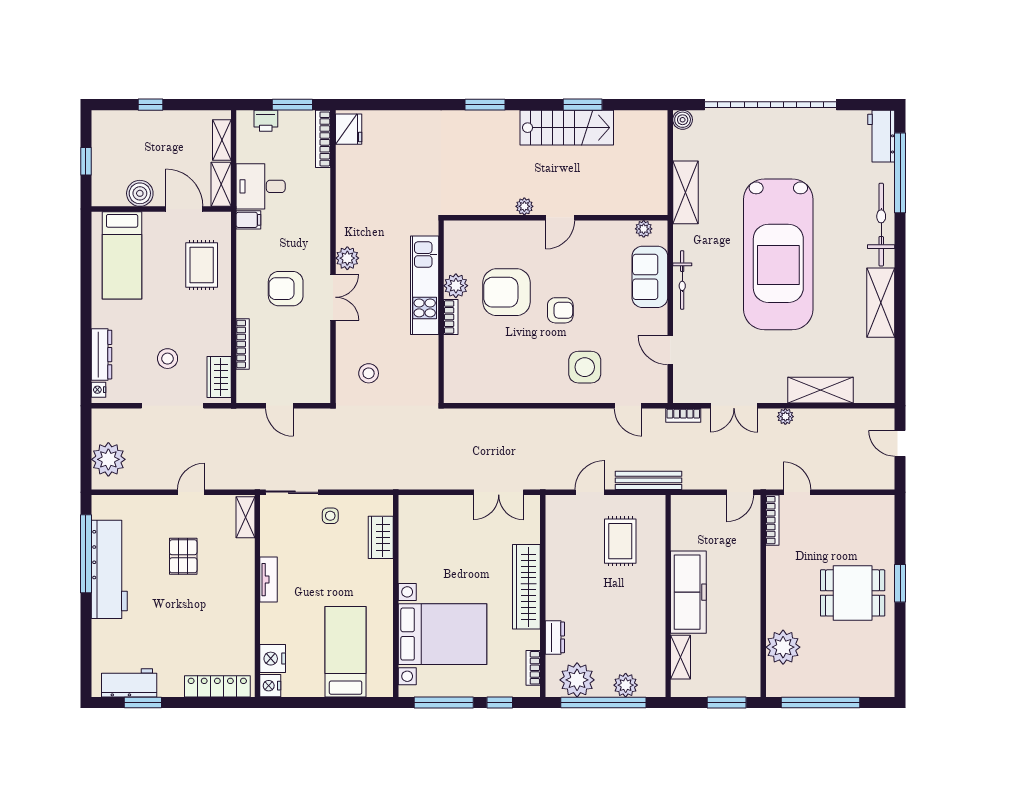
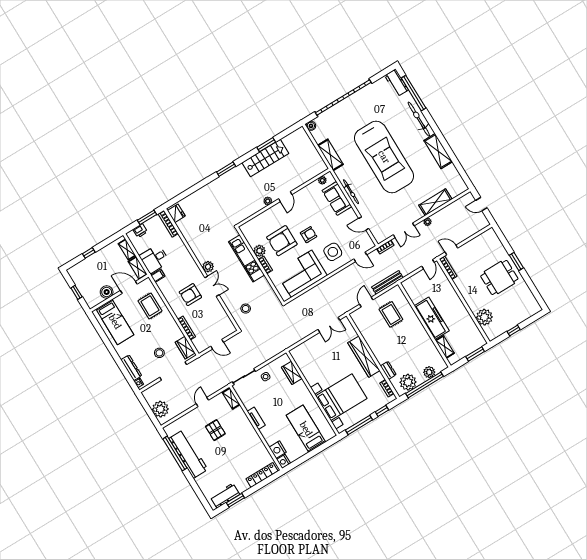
corner sofa: (505, 372) -> (301, 274), added
window: (820, 703) -> (514, 331), width x0.32

